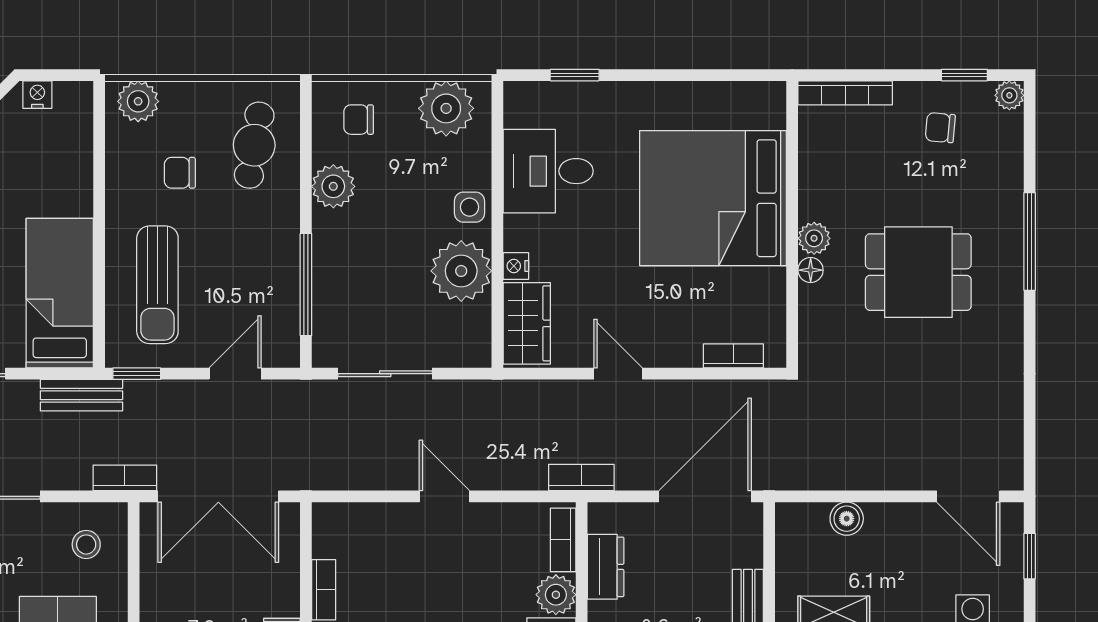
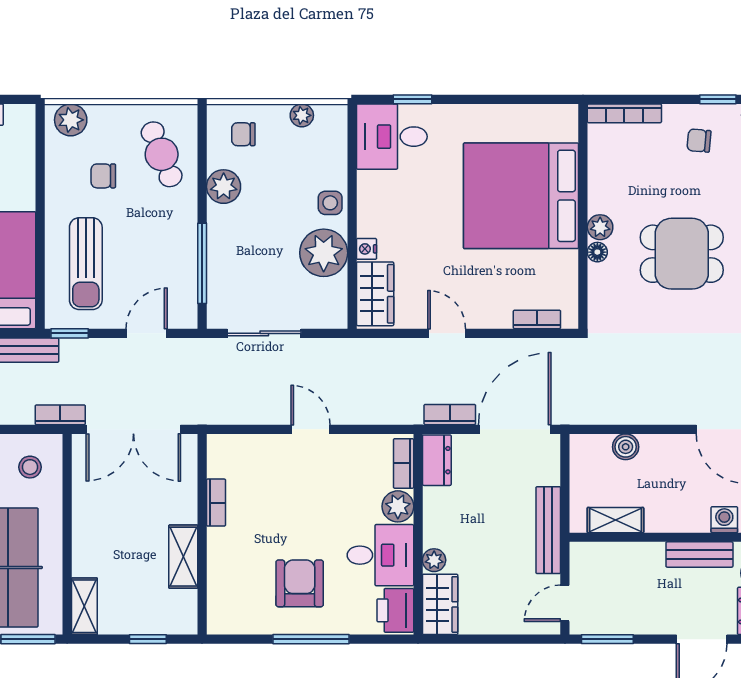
plant: (446, 108) -> (302, 115), width x0.53, depth x0.53
cafe table: (254, 145) -> (162, 154), turned -32
desk: (548, 171) -> (392, 137), moved
bookcase: (581, 477) -> (450, 415), moved
dresser: (606, 567) -> (437, 460), moved

